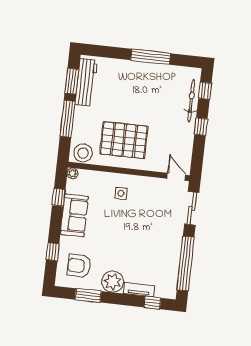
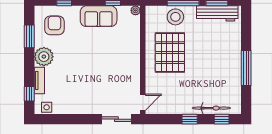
stool: (83, 153) -> (175, 17), moved
side table: (121, 193) -> (47, 107), moved
window: (186, 264) -> (67, 119), removed

